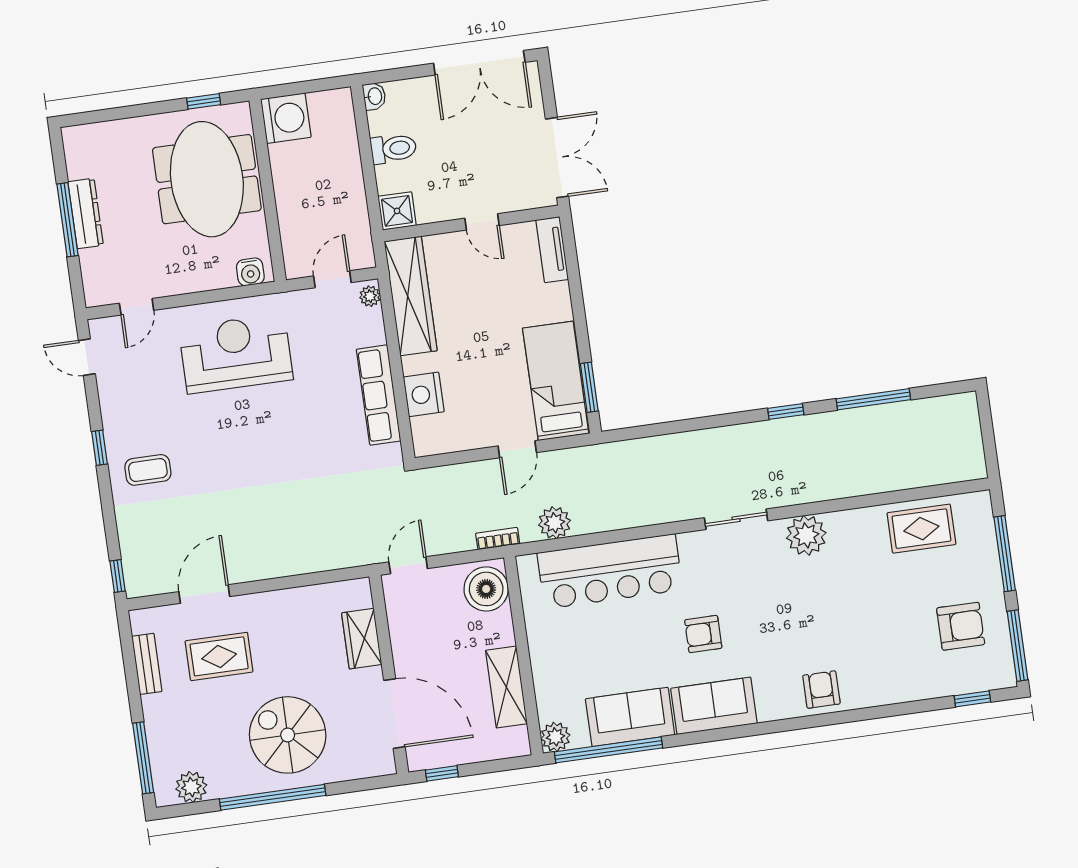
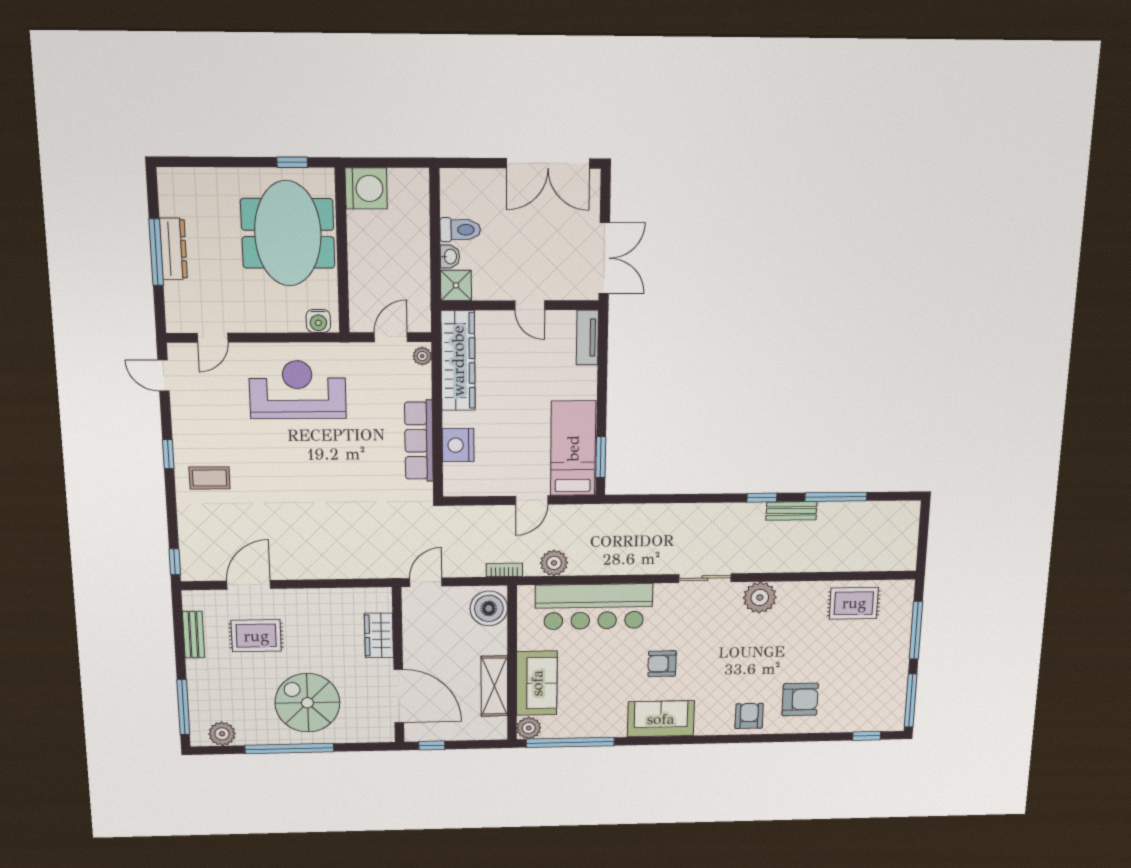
washbasin: (374, 96) -> (450, 257), moved
bench: (824, 423) -> (791, 511), added
armchair: (961, 626) -> (800, 699), moved
sofa: (630, 717) -> (537, 683), moved, turned 90

